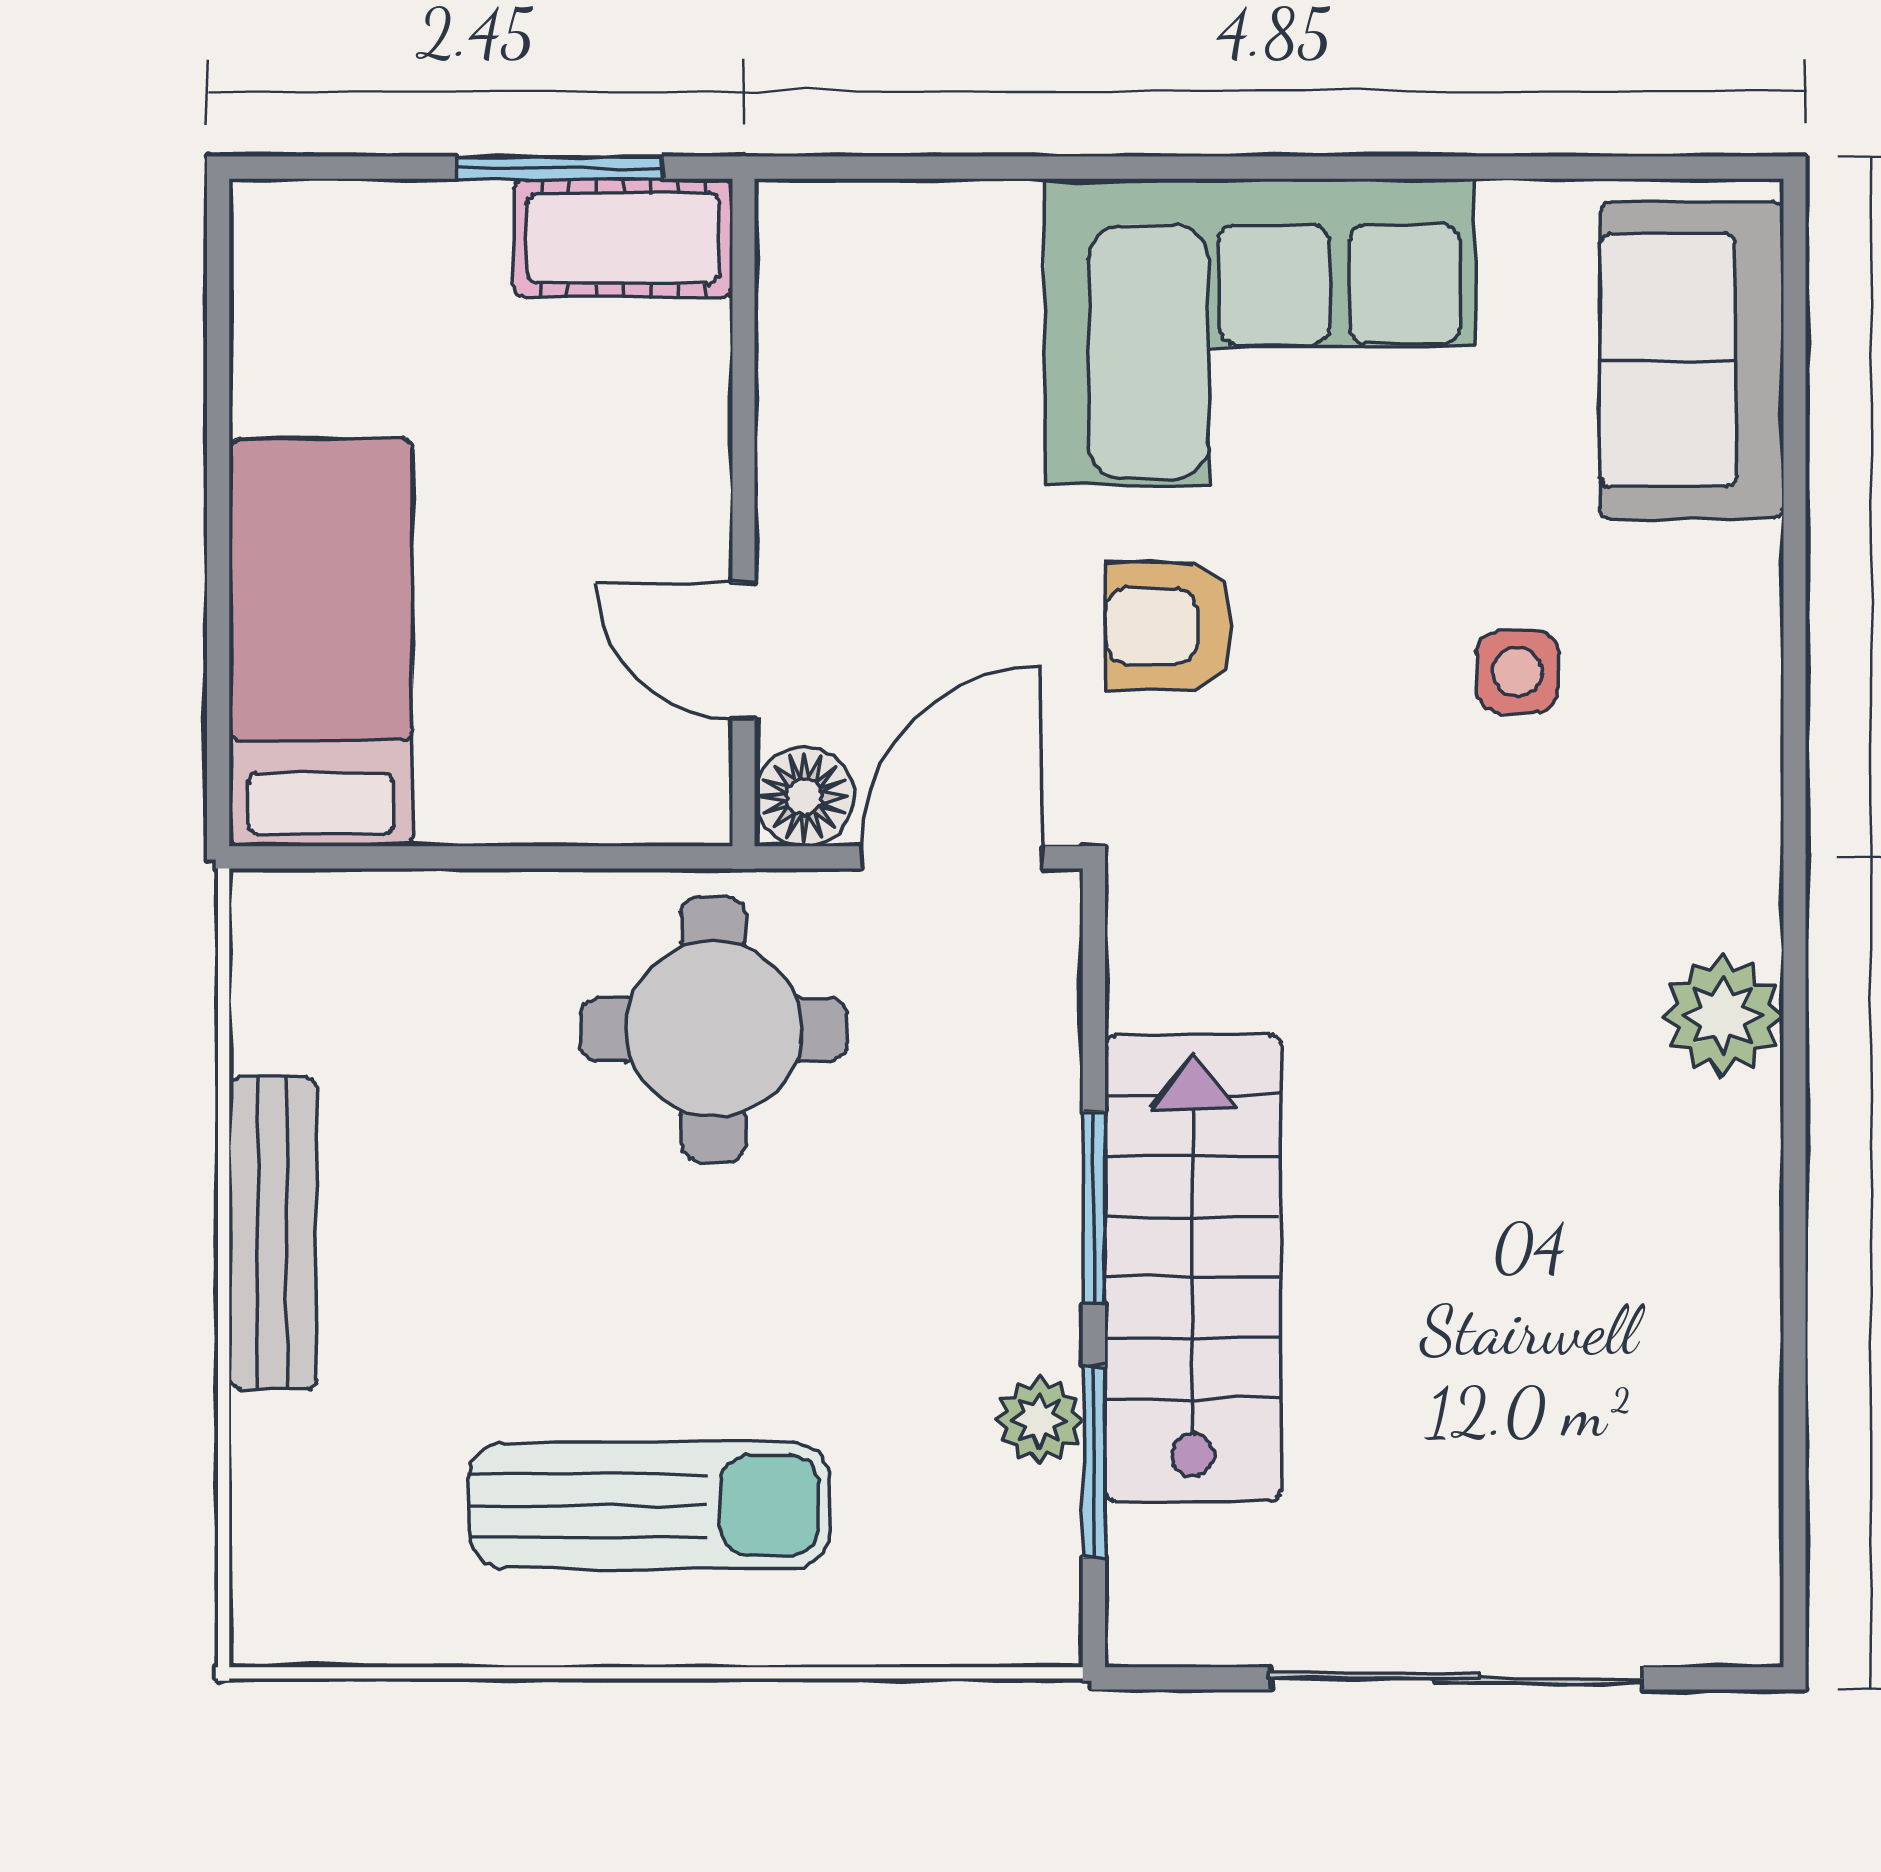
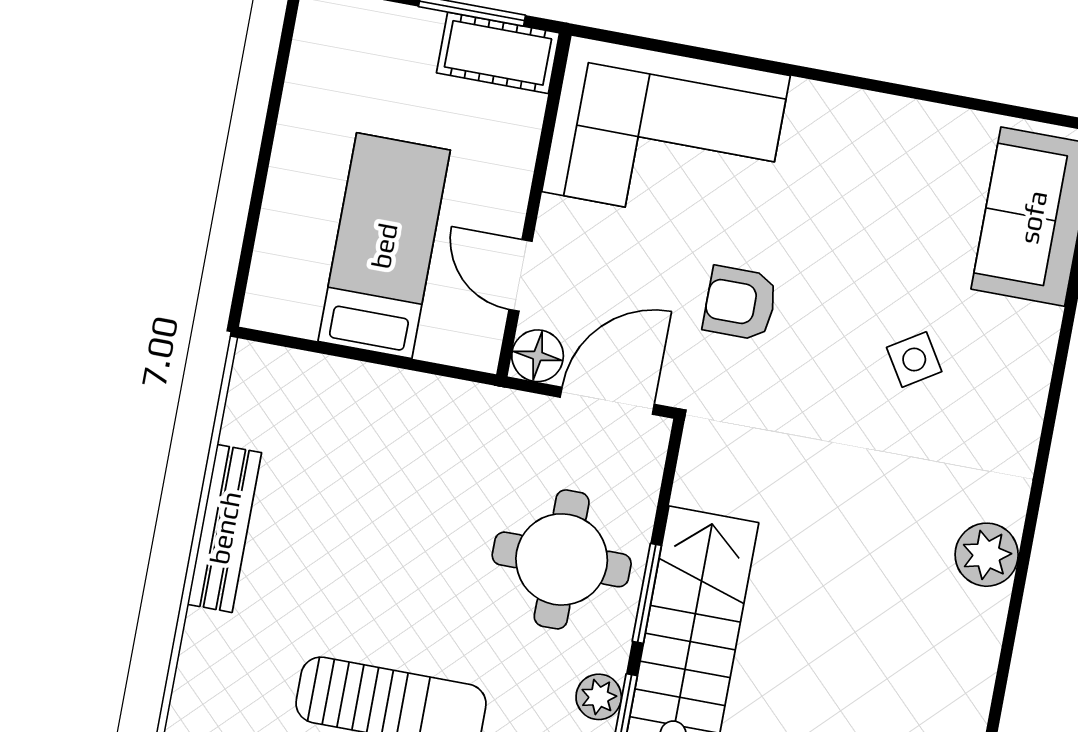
corner sofa: (1260, 332) -> (666, 134), moved
bed: (321, 642) -> (384, 246), moved
side table: (1517, 672) -> (914, 359), turned -32
round table: (714, 1029) -> (562, 559), moved

